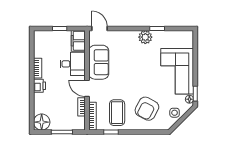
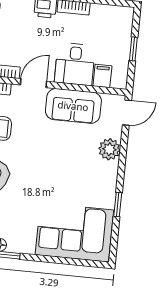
plant: (145, 37) -> (109, 149), moved
filing cabinet: (78, 41) -> (102, 76), width x0.50
corner sofa: (177, 71) -> (74, 232), moved

